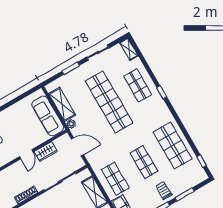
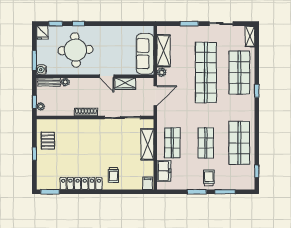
shop shelf: (138, 85) -> (239, 72), width x1.43, depth x1.36
door: (77, 147) -> (155, 96), hinge flipped
door: (26, 154) -> (107, 76), hinge flipped

